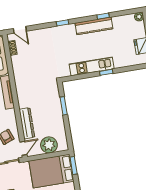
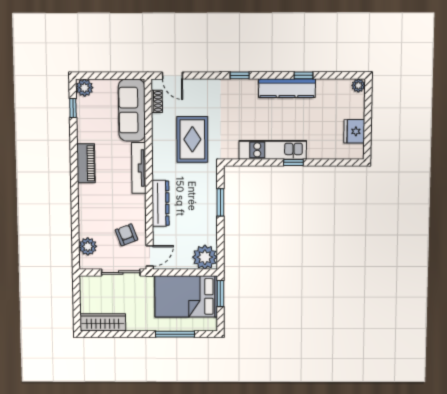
rug: (39, 68) -> (192, 139), added
dresser: (27, 123) -> (161, 203), moved
plant: (49, 145) -> (205, 257), moved

